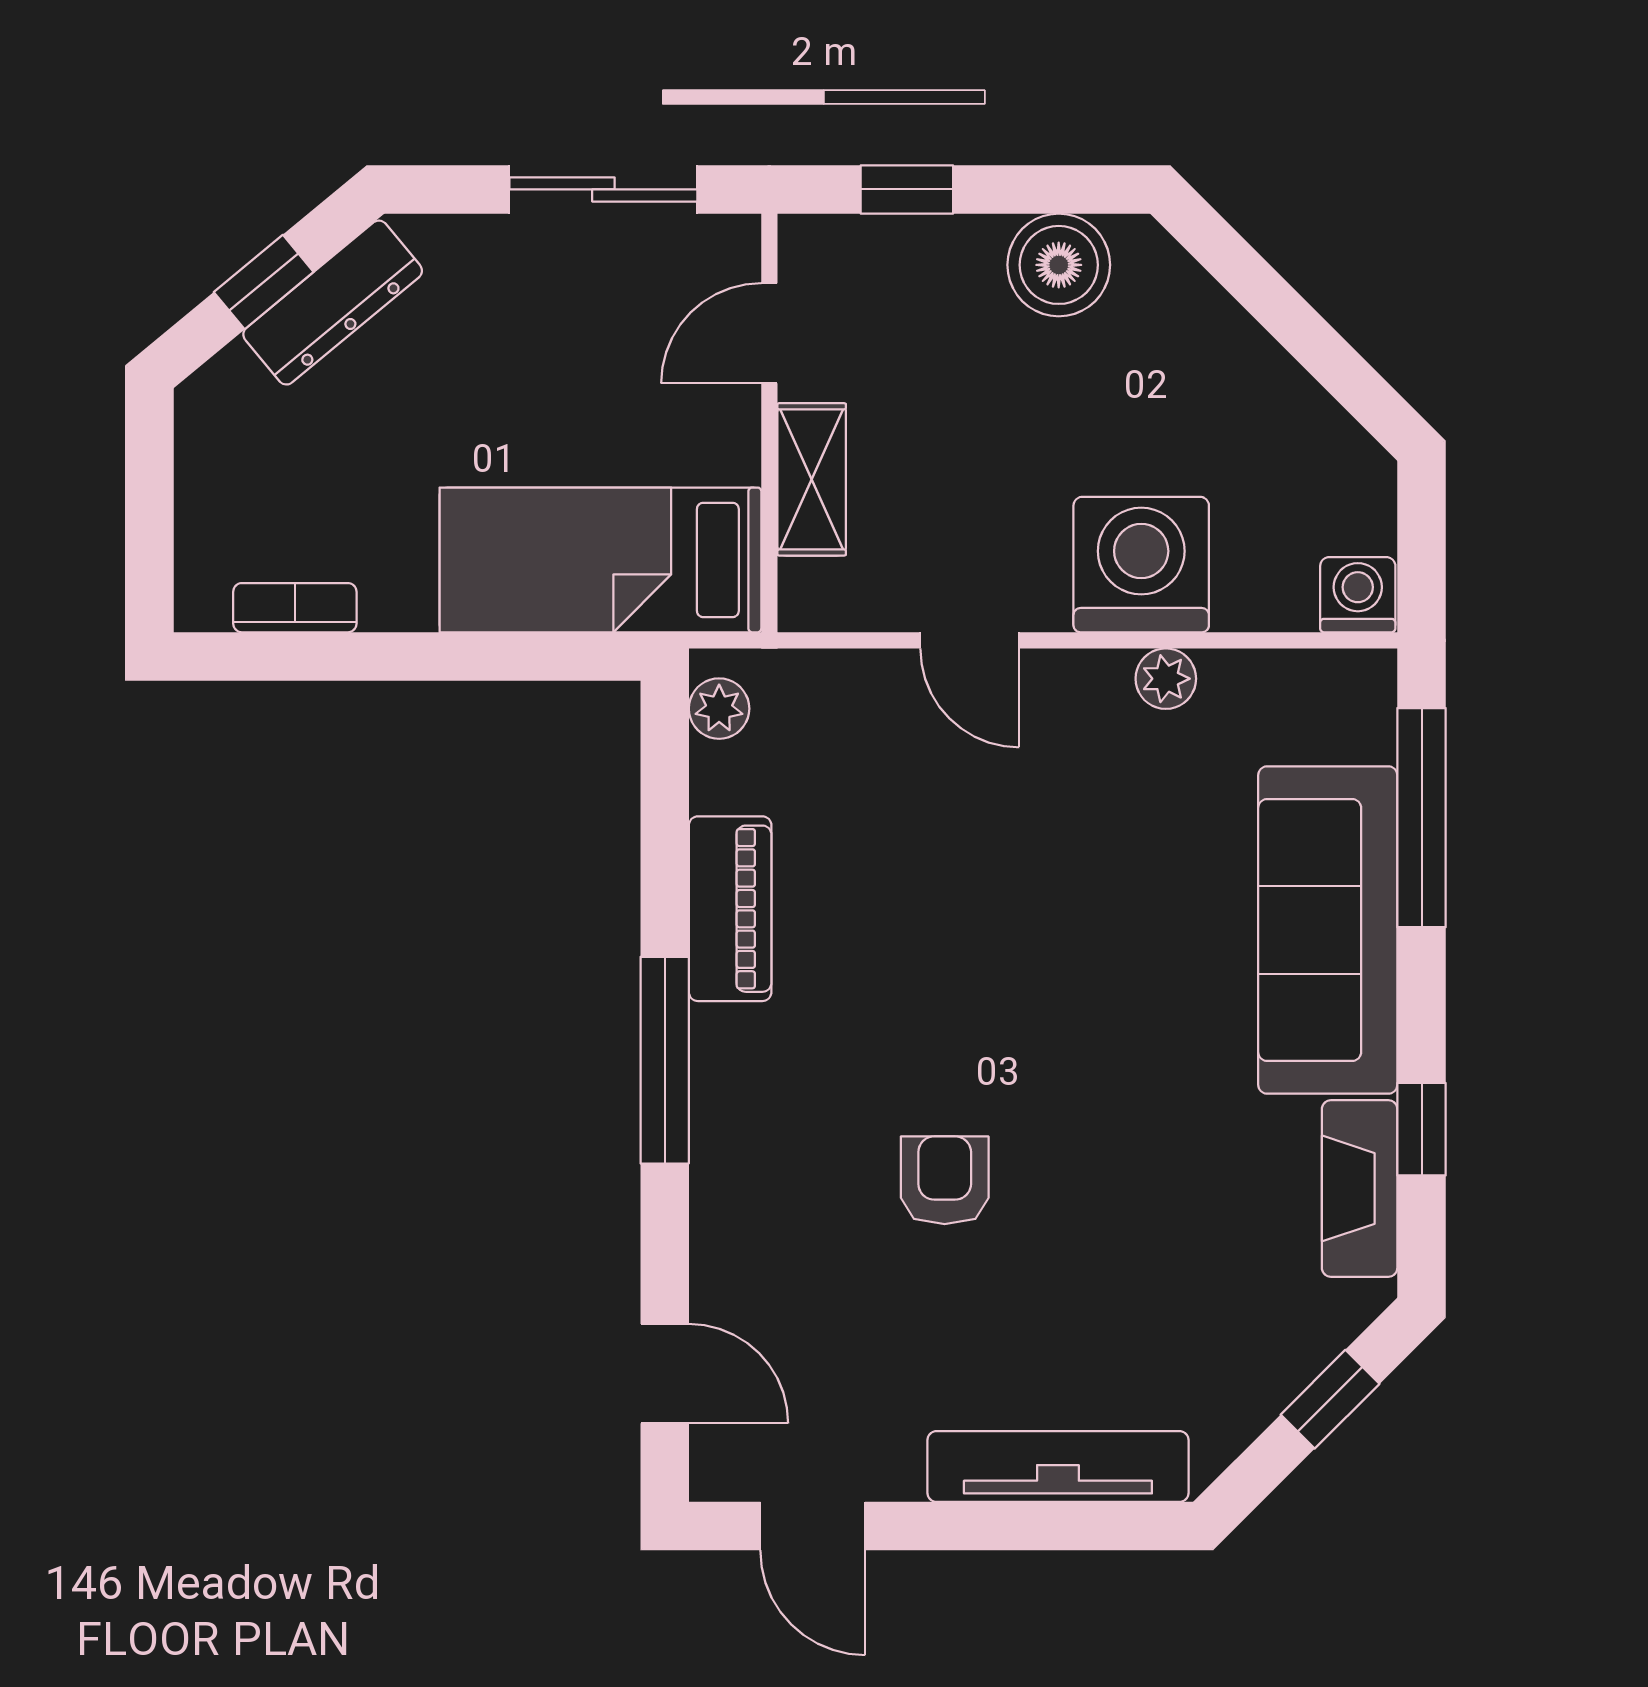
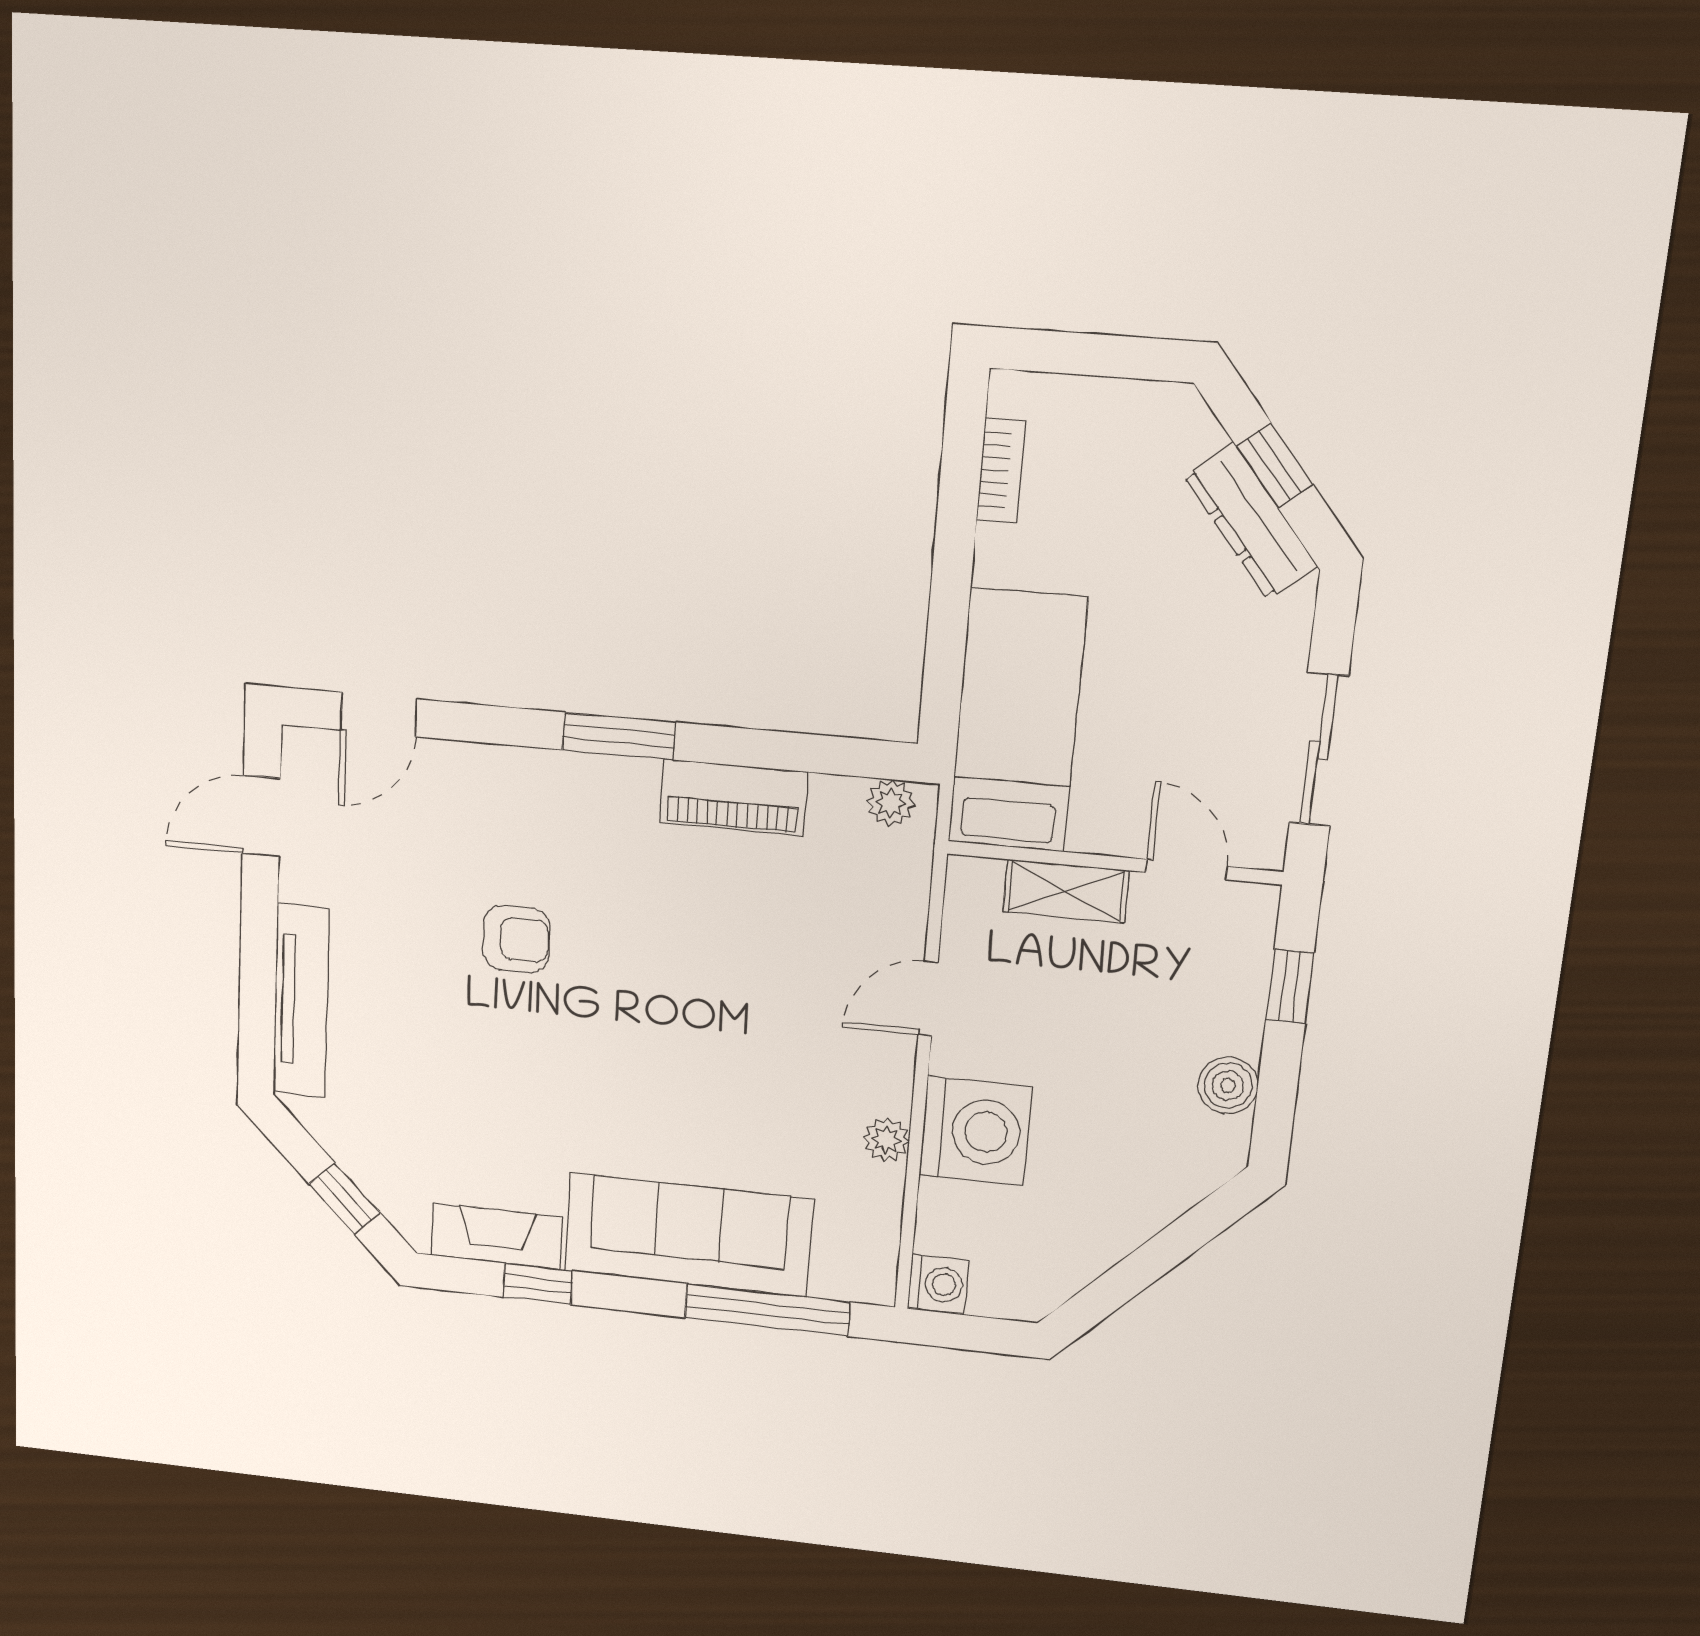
boiler: (1059, 265) -> (1228, 1085), width x0.73, depth x0.73
window: (665, 1060) -> (619, 736), width x0.69

